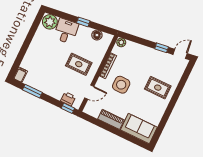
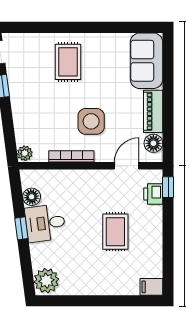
desk: (66, 31) -> (45, 223), moved
rug: (79, 64) -> (115, 232), moved
window: (32, 91) -> (168, 256), removed
door: (89, 92) -> (127, 166), hinge flipped
floor lamp: (94, 112) -> (153, 143), added

